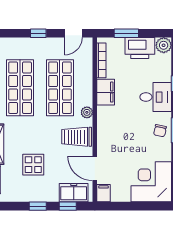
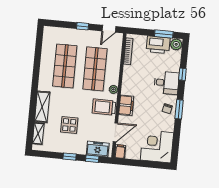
window: (126, 33) -> (164, 34), moved
filing cabinet: (106, 92) -> (126, 105), moved
door: (95, 168) -> (115, 132), swing flipped

